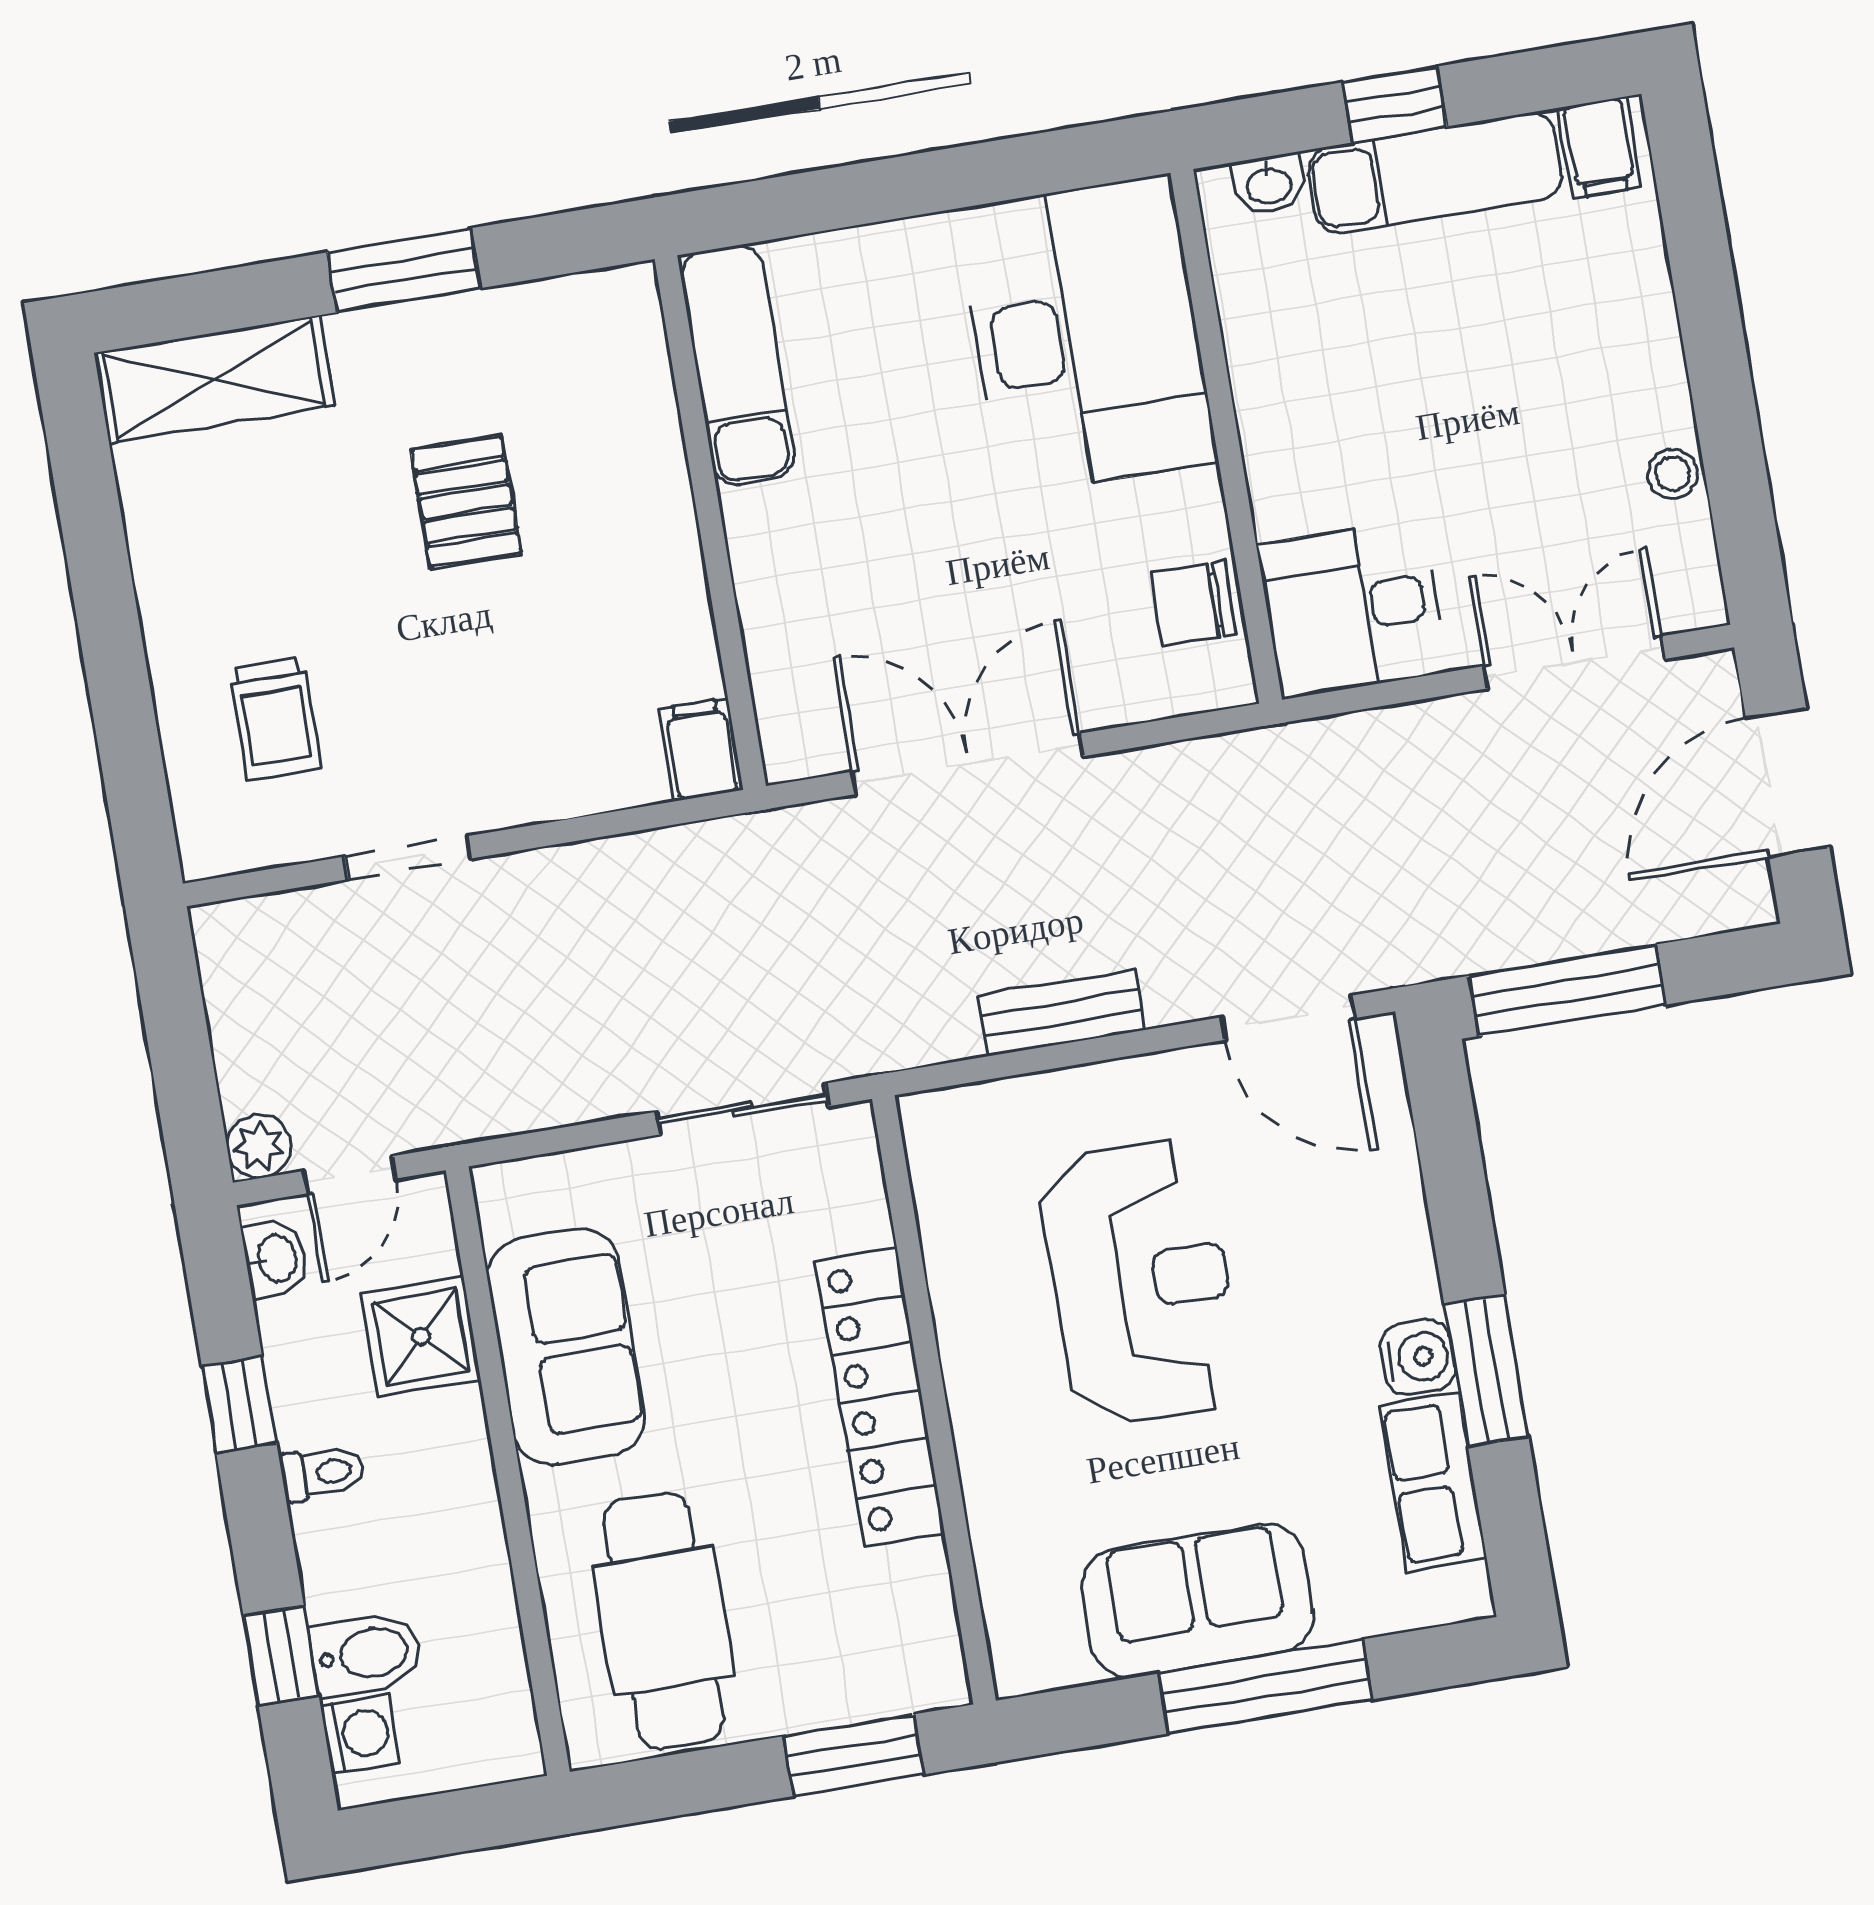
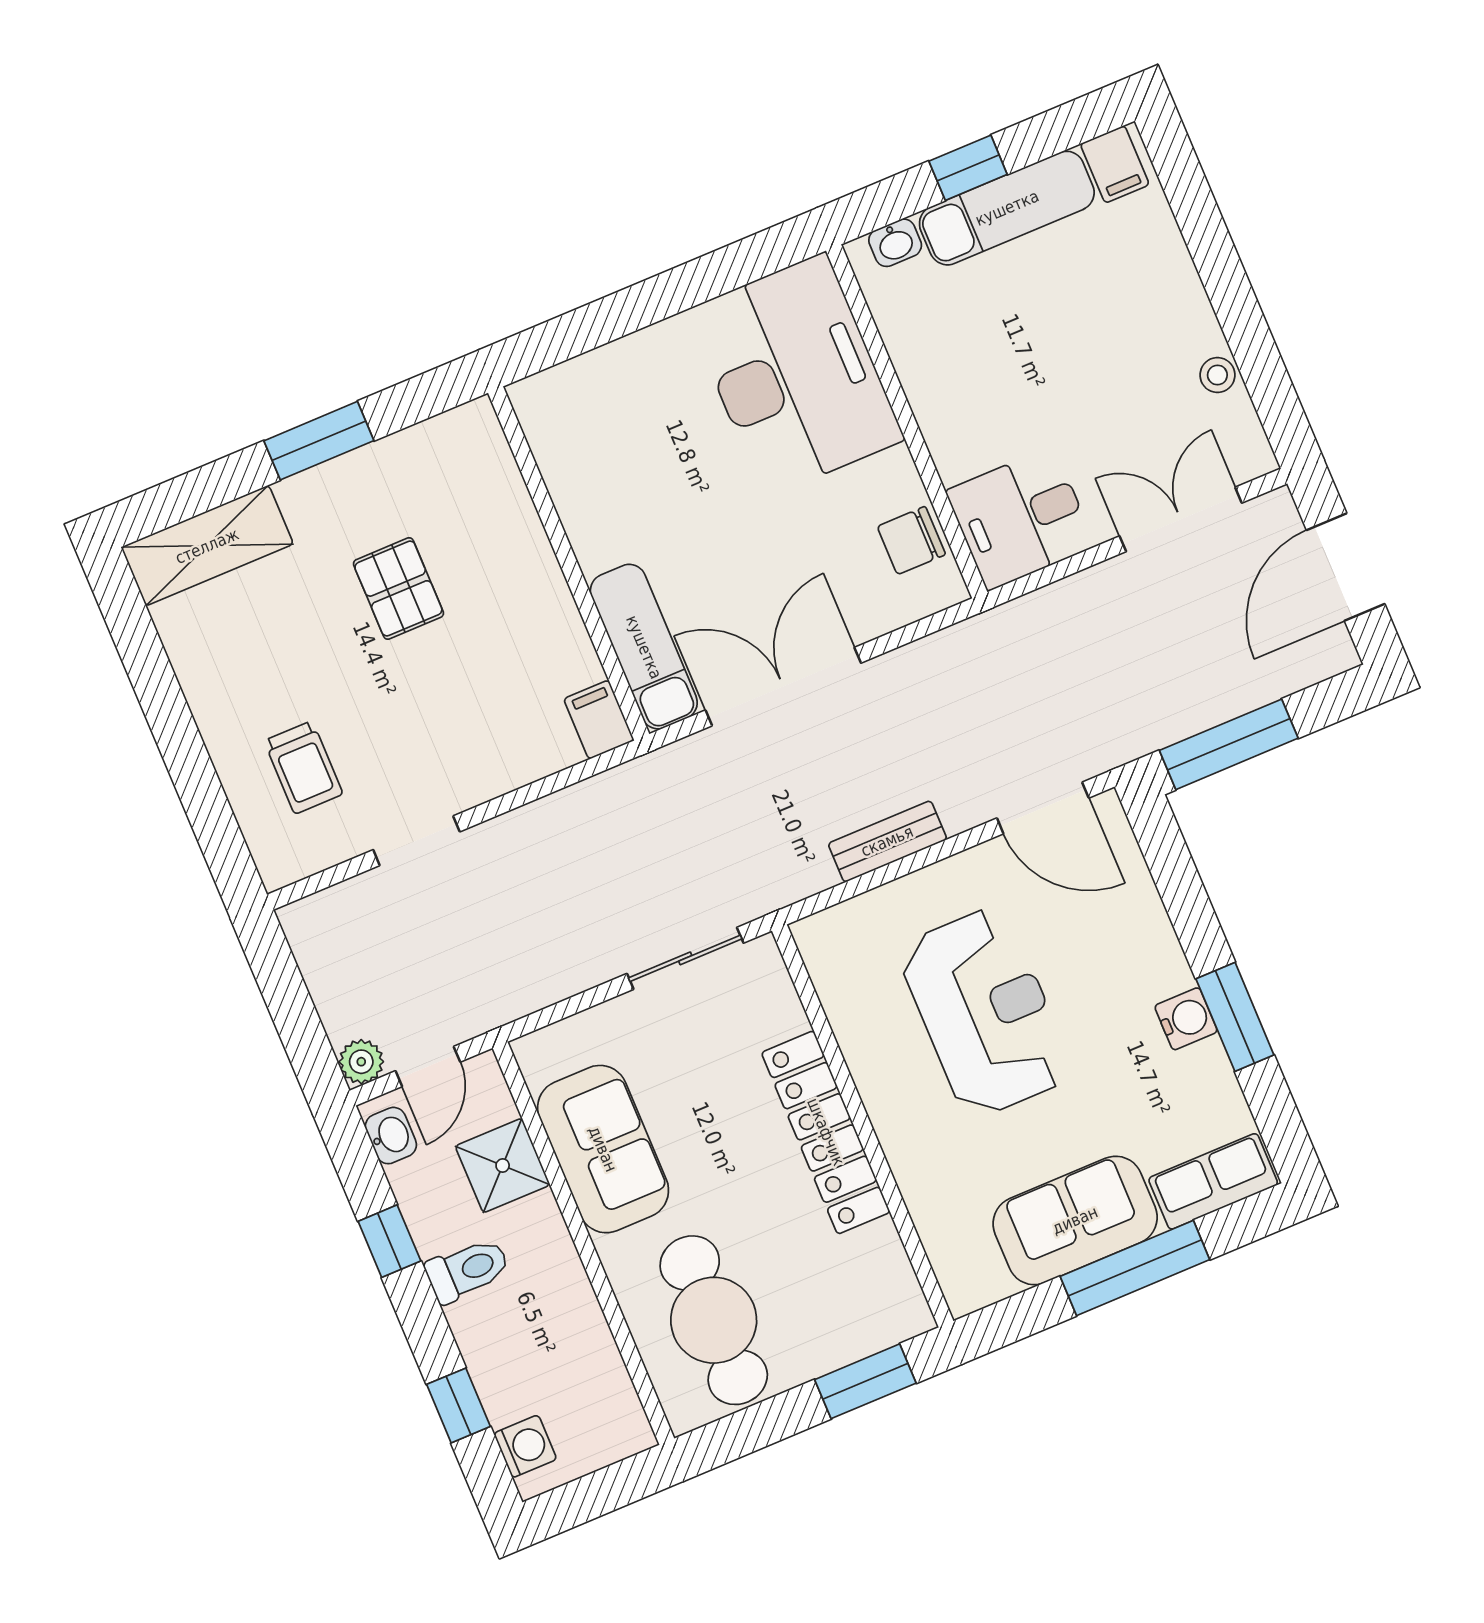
exam couch: (737, 365) -> (644, 647), moved
toilet: (322, 1473) -> (467, 1270), width x1.37, depth x1.39
row of seats: (1433, 1482) -> (1213, 1181), moved, turned 90
bidet: (366, 1654) -> (516, 1391), removed

